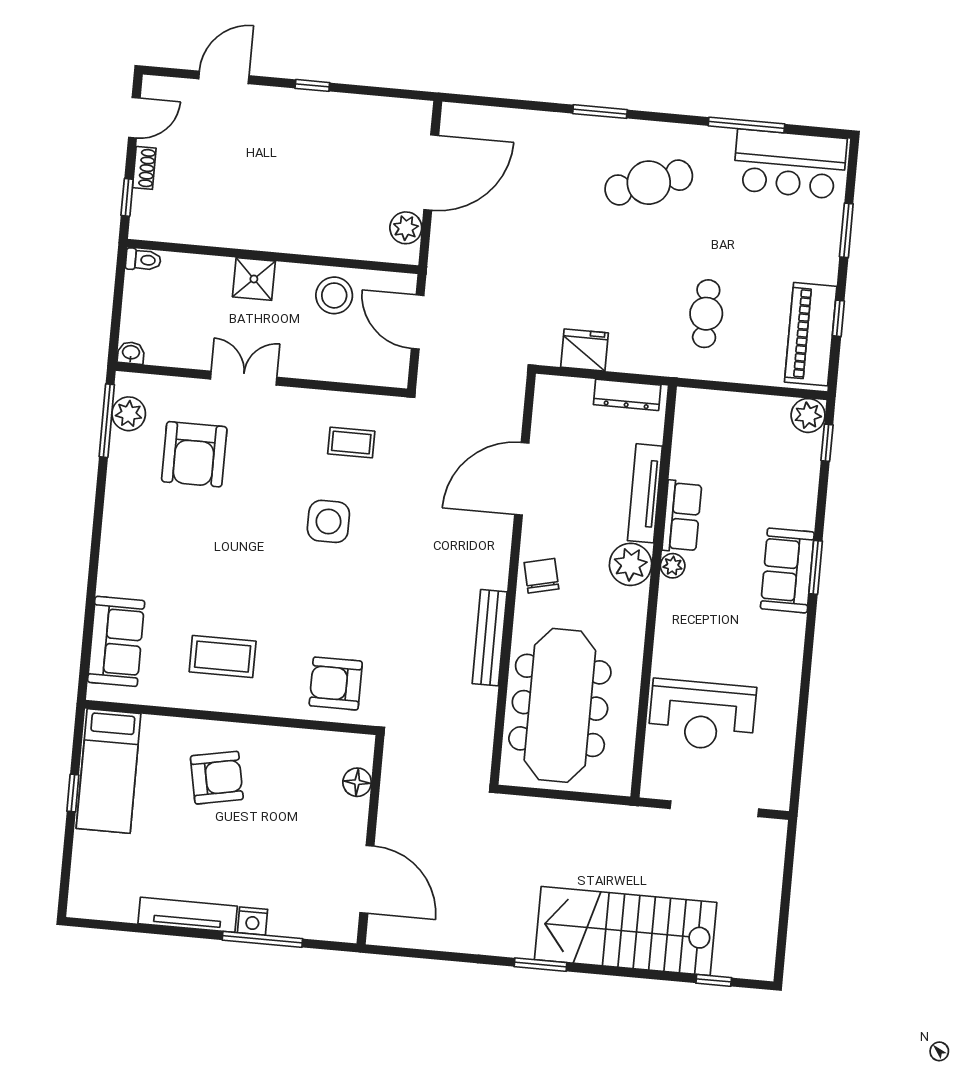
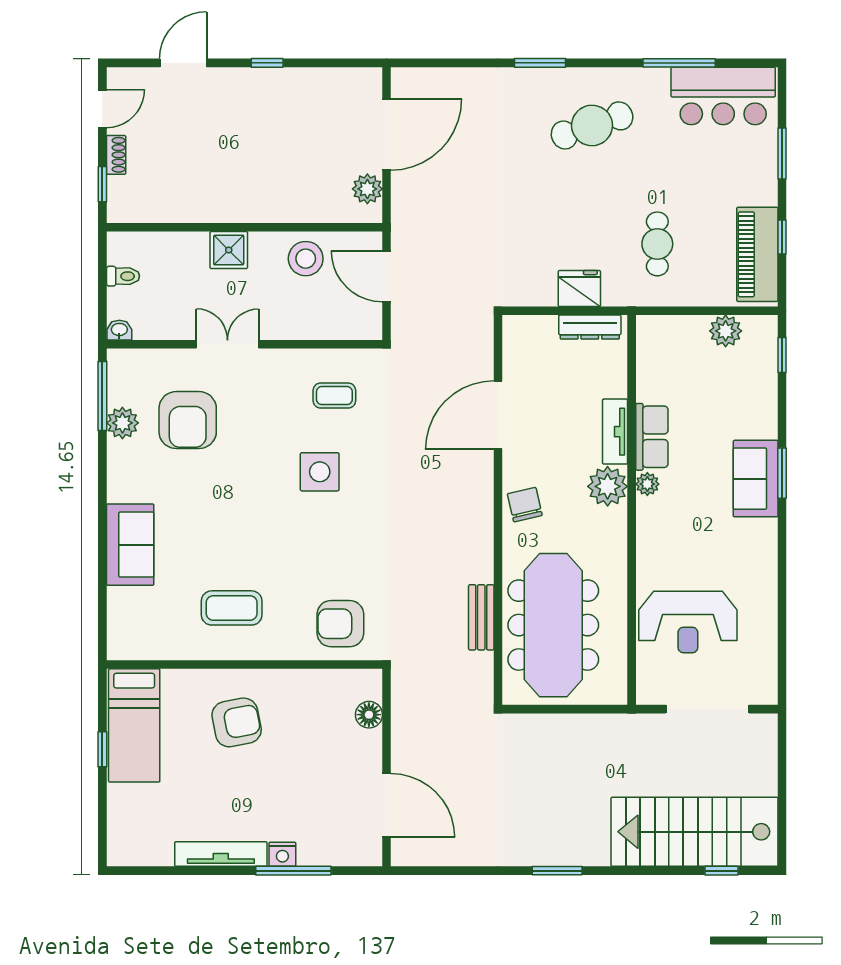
toilet: (143, 260) -> (123, 276), moved
fridge: (585, 350) -> (579, 289), moved
plant: (129, 414) -> (122, 423), moved
plant: (808, 415) -> (726, 331), moved
tv unit: (645, 493) -> (615, 432), width x0.71
bench: (490, 638) -> (481, 617), moved, width x0.73
sofa: (116, 641) -> (130, 545), moved
stairs: (626, 931) -> (695, 832), moved

